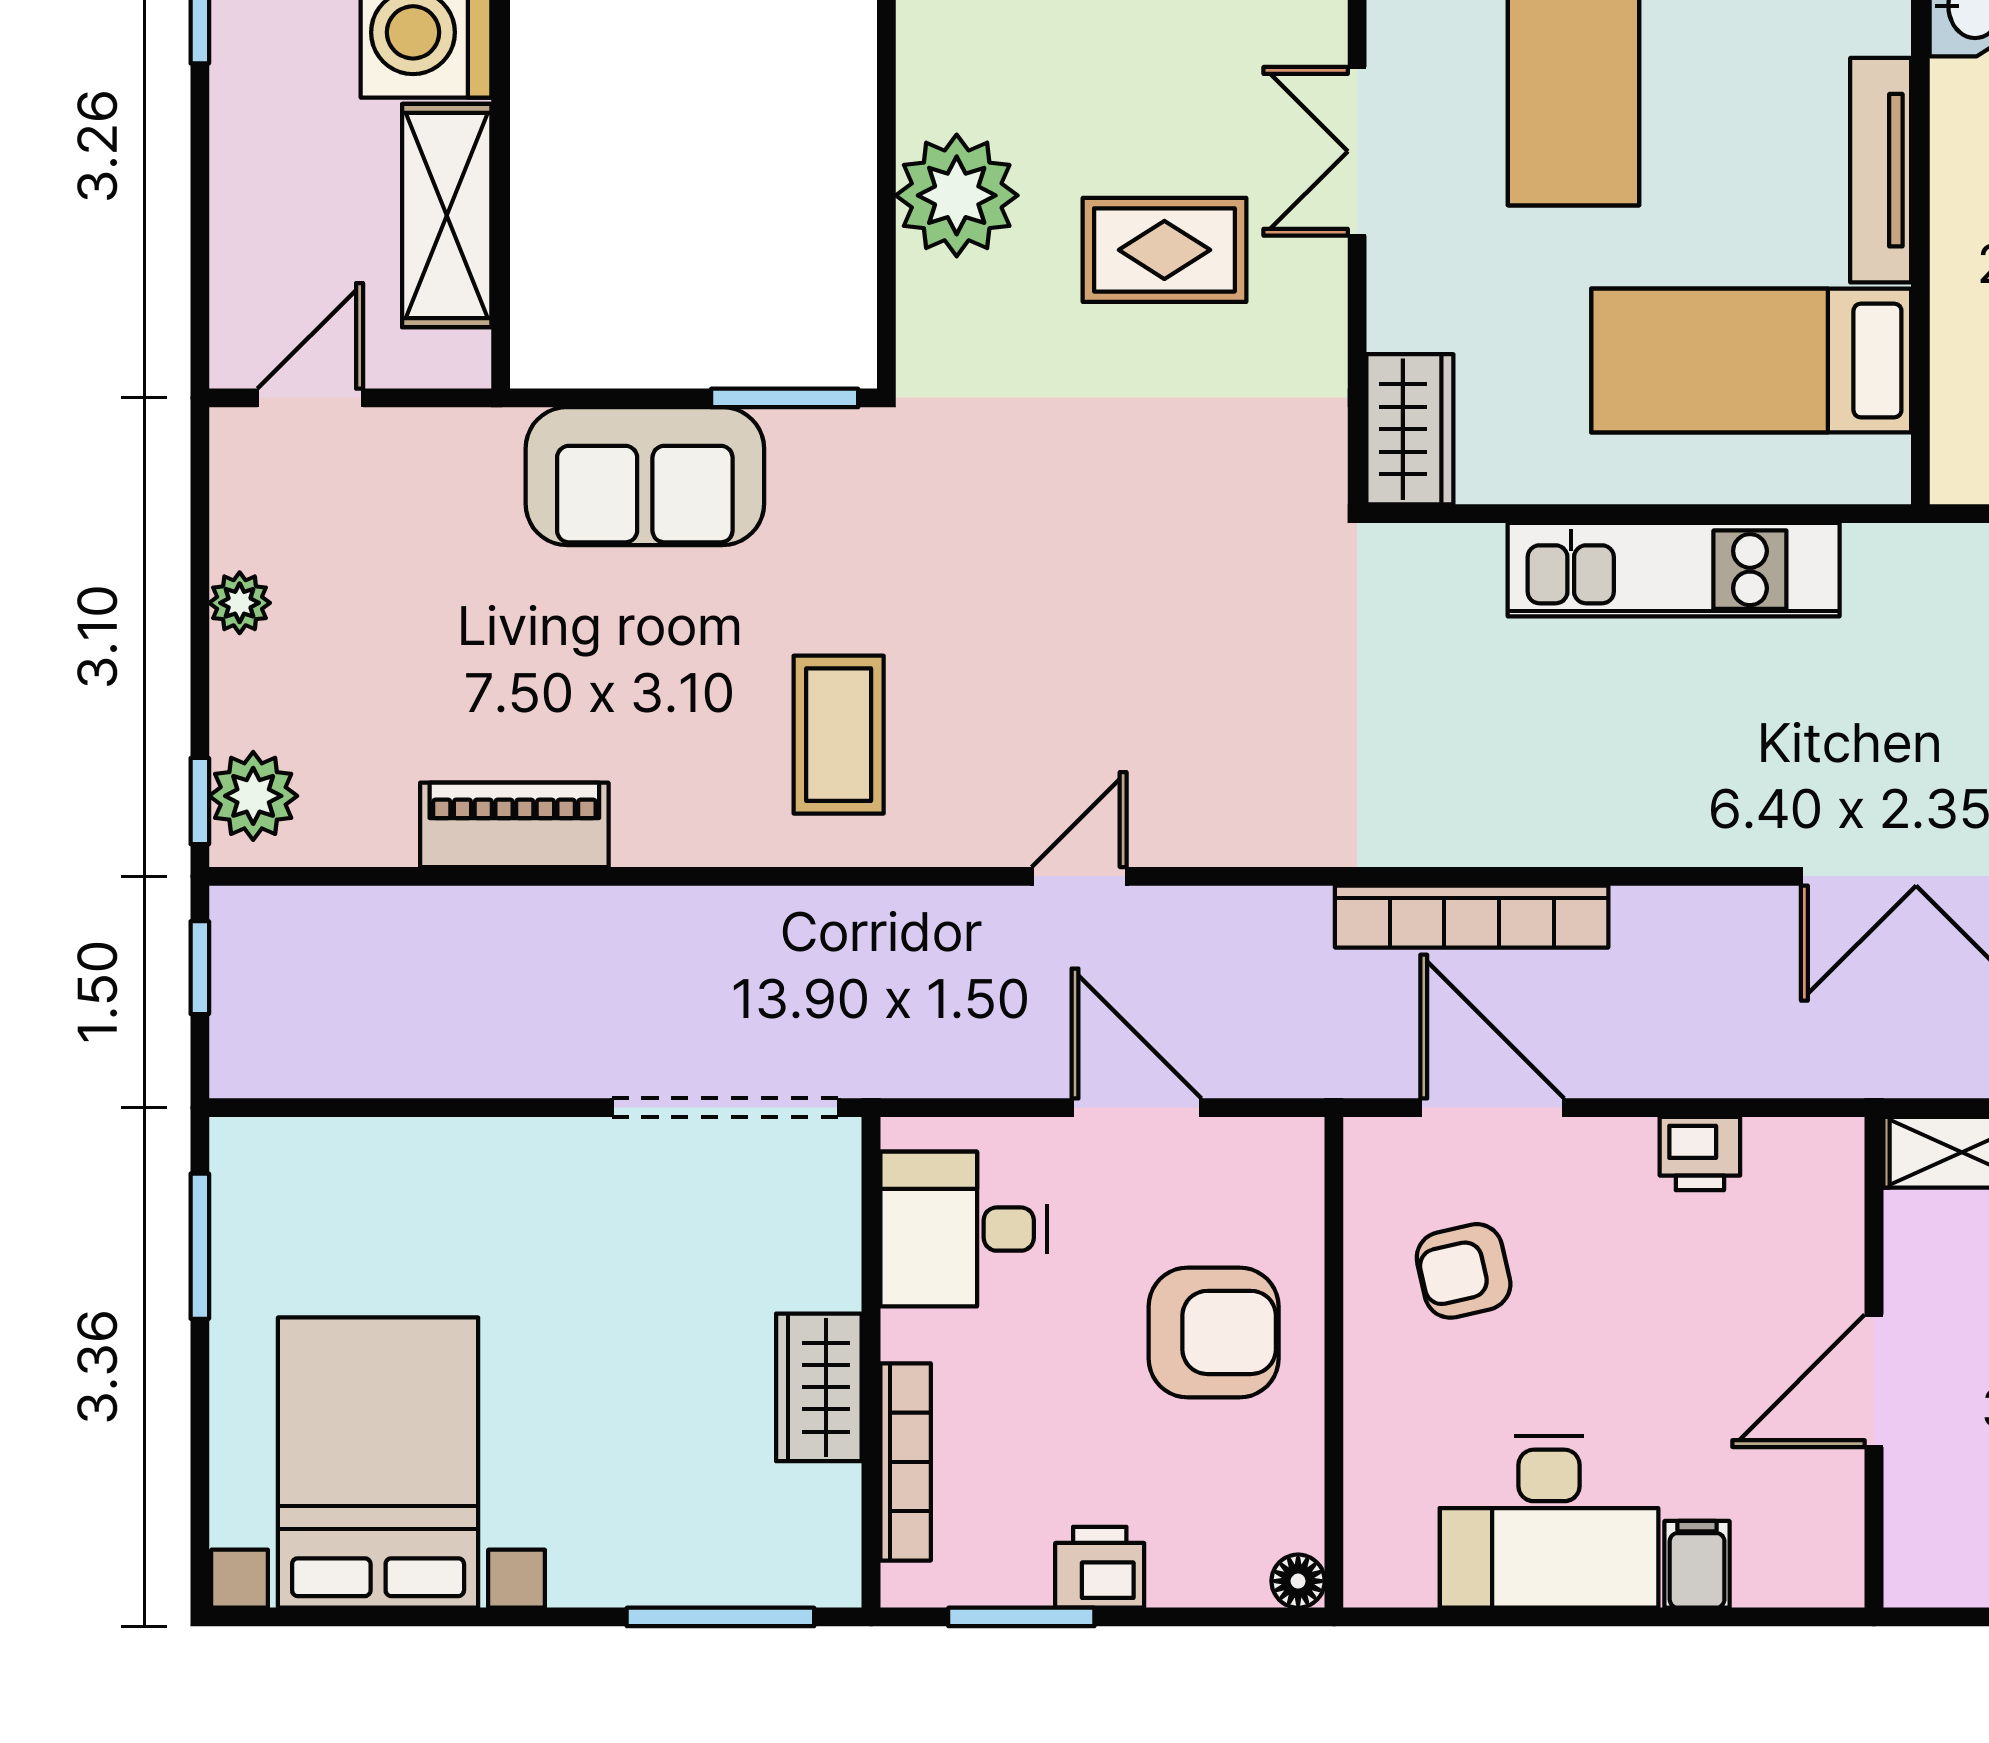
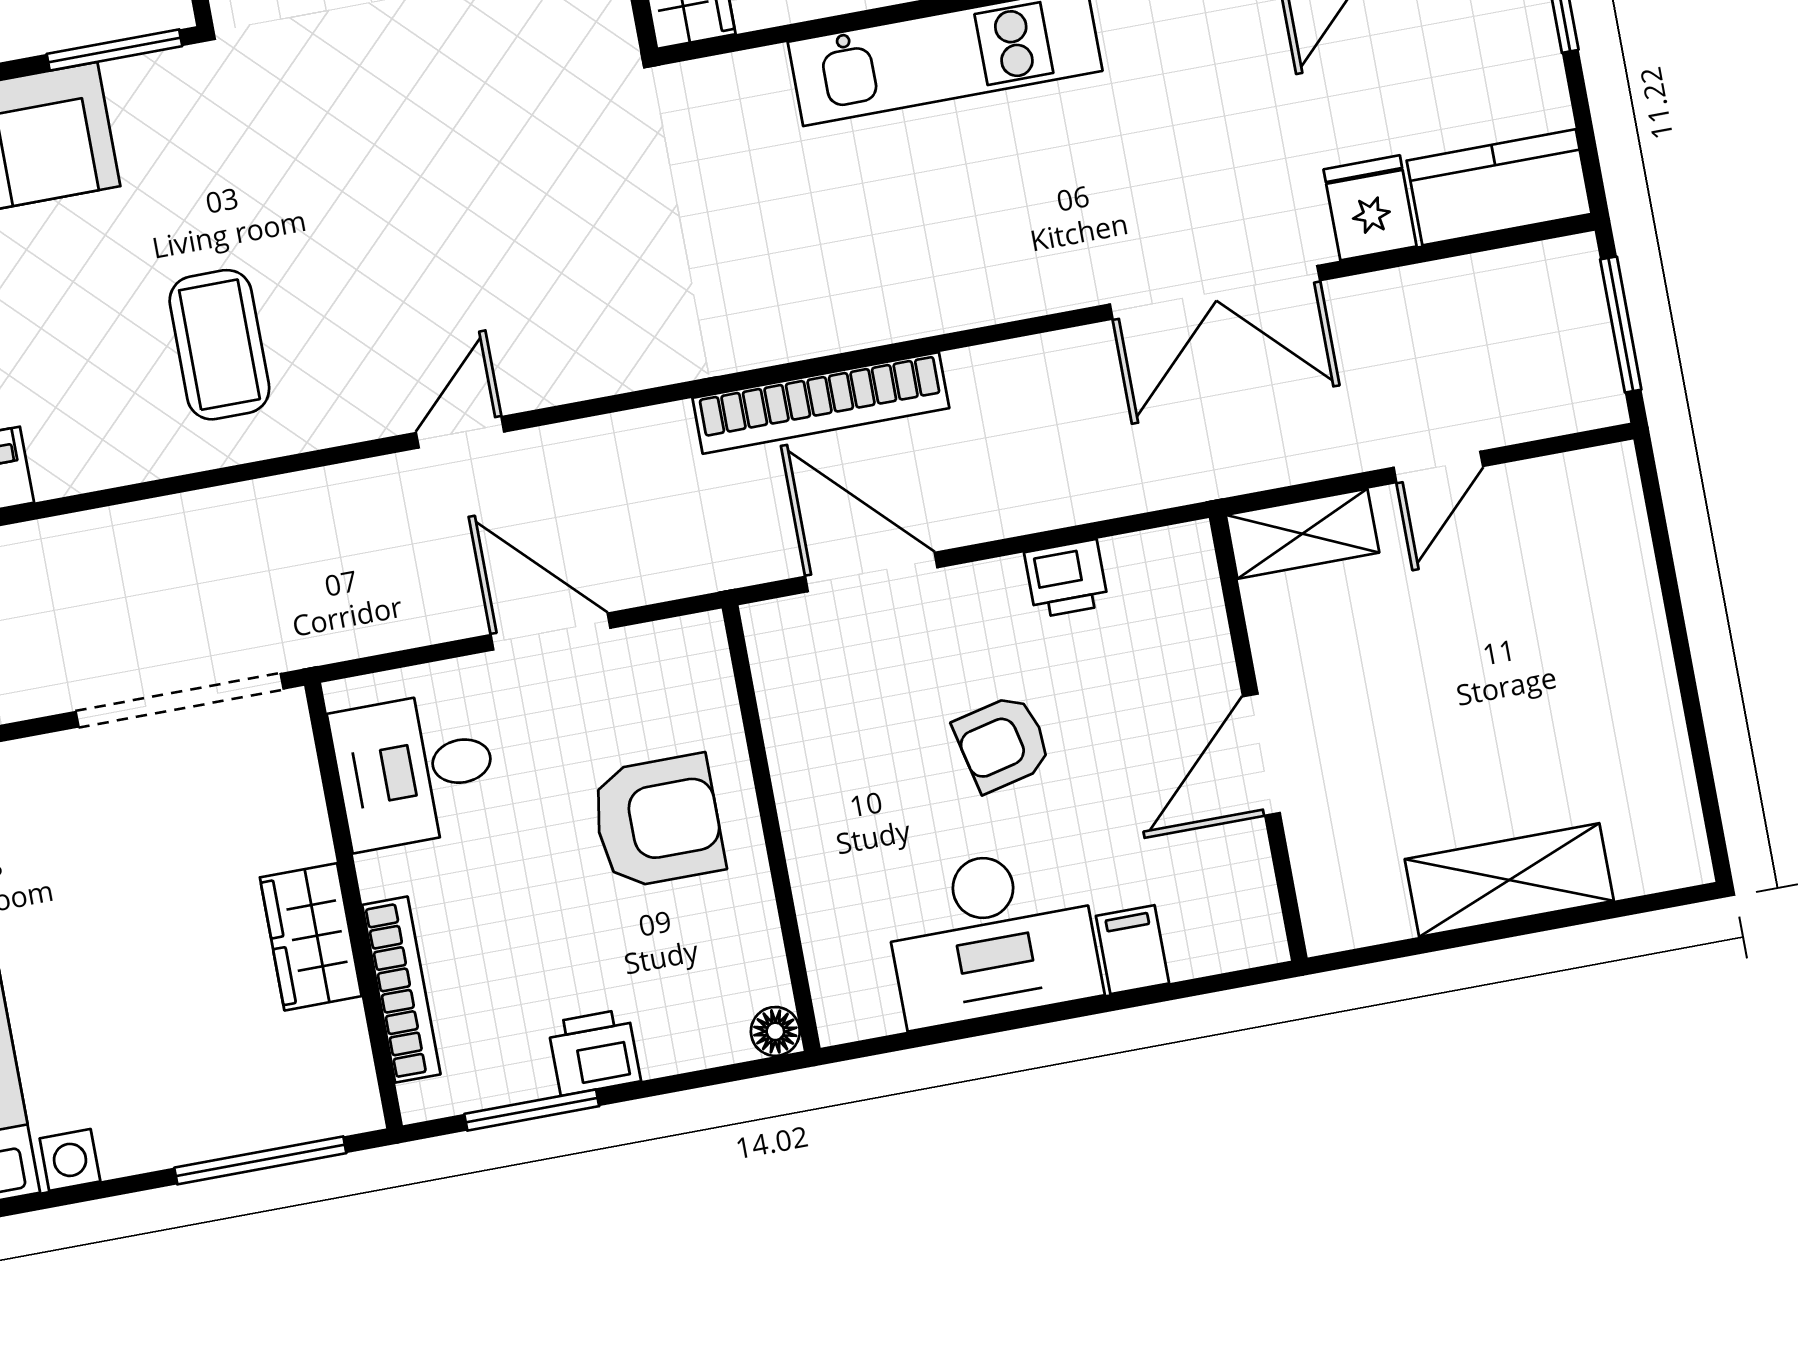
armchair: (1464, 1271) -> (1003, 743), moved

